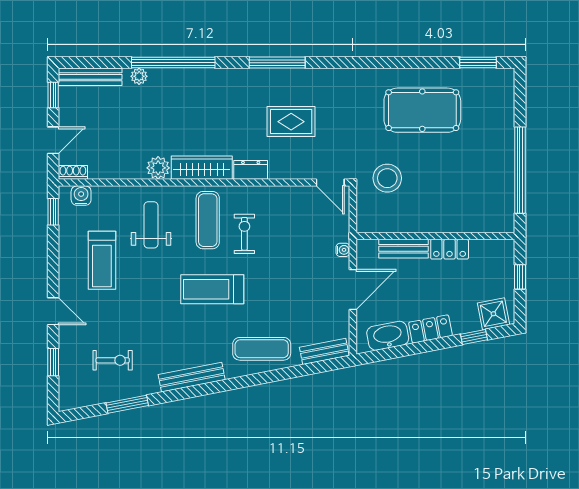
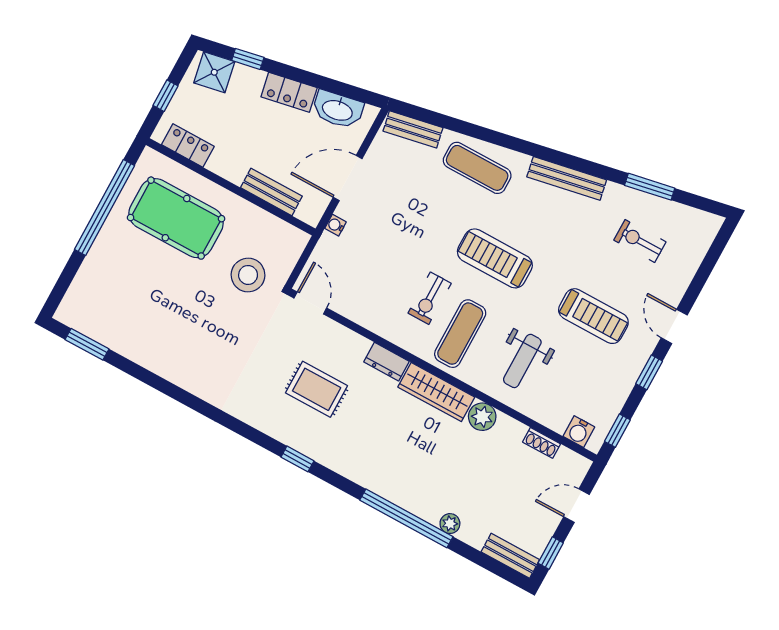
window: (277, 63) -> (297, 459), width x0.46
bench: (90, 77) -> (510, 556), width x0.73
pool table: (422, 110) -> (176, 218), moved
shoe rack: (73, 172) -> (542, 443), moved
locker: (450, 249) -> (188, 146), moved
treadmill: (102, 260) -> (593, 316), moved, turned 90
treadmill: (212, 289) -> (495, 258), turned 180
window: (53, 362) -> (649, 372), moved

